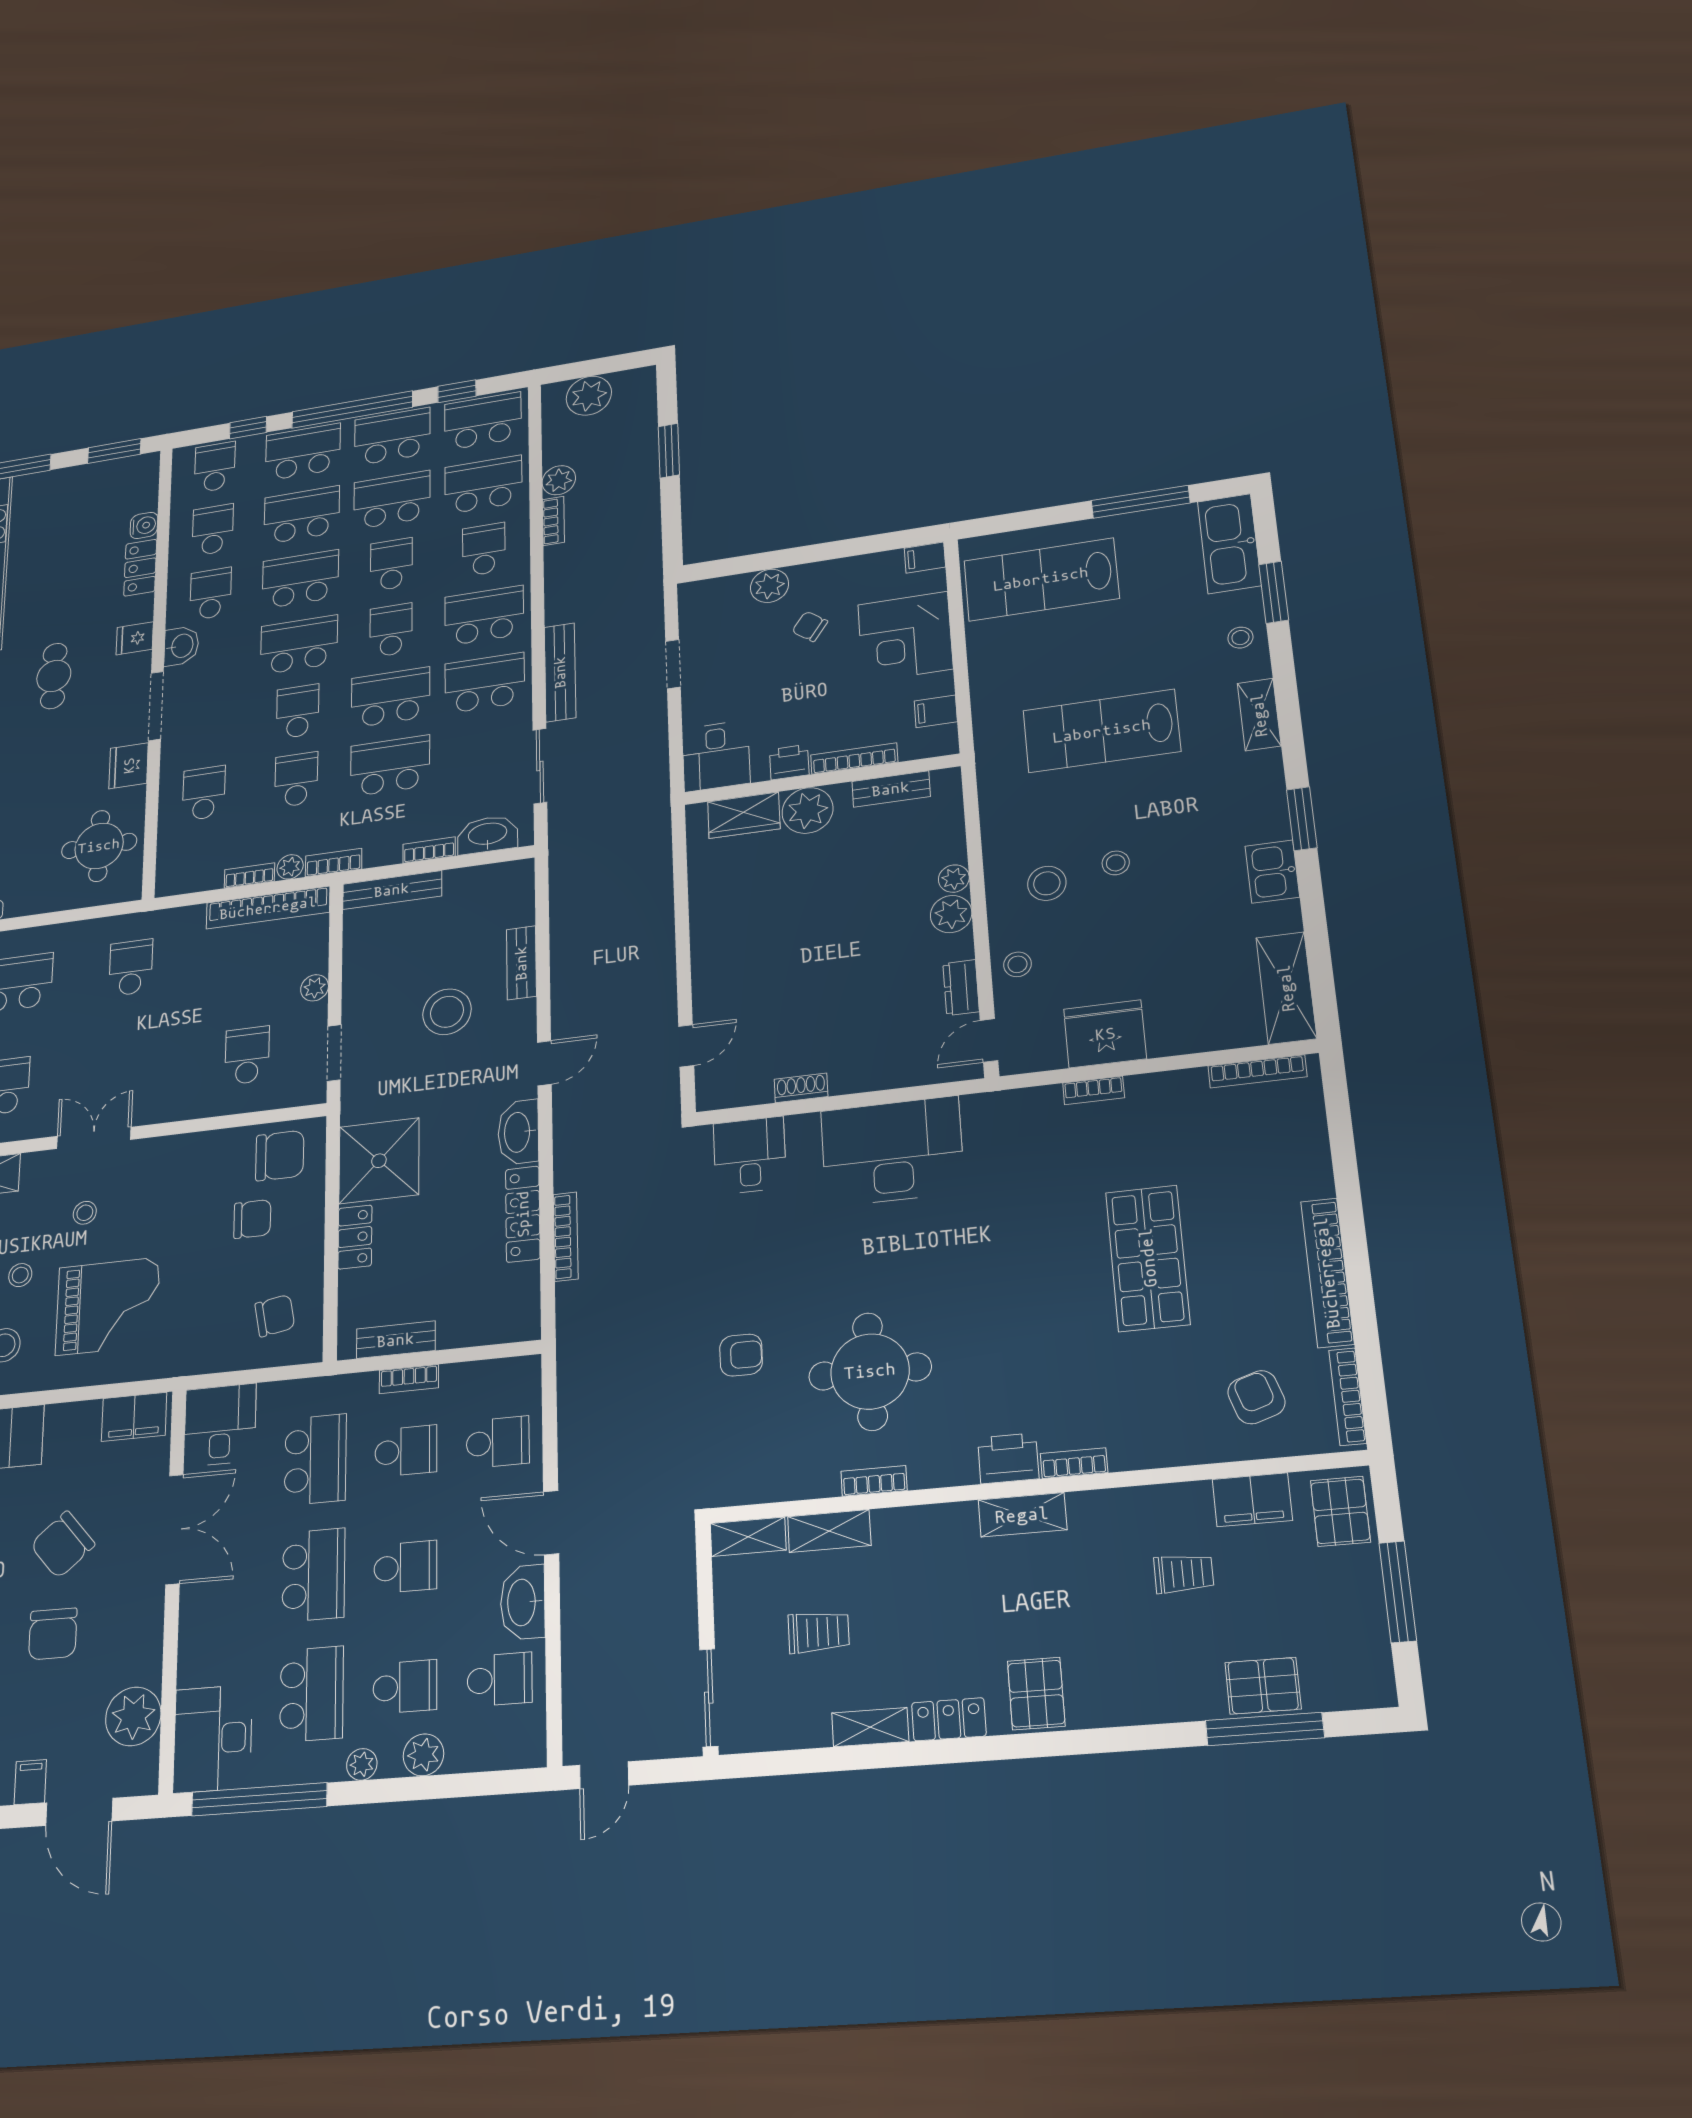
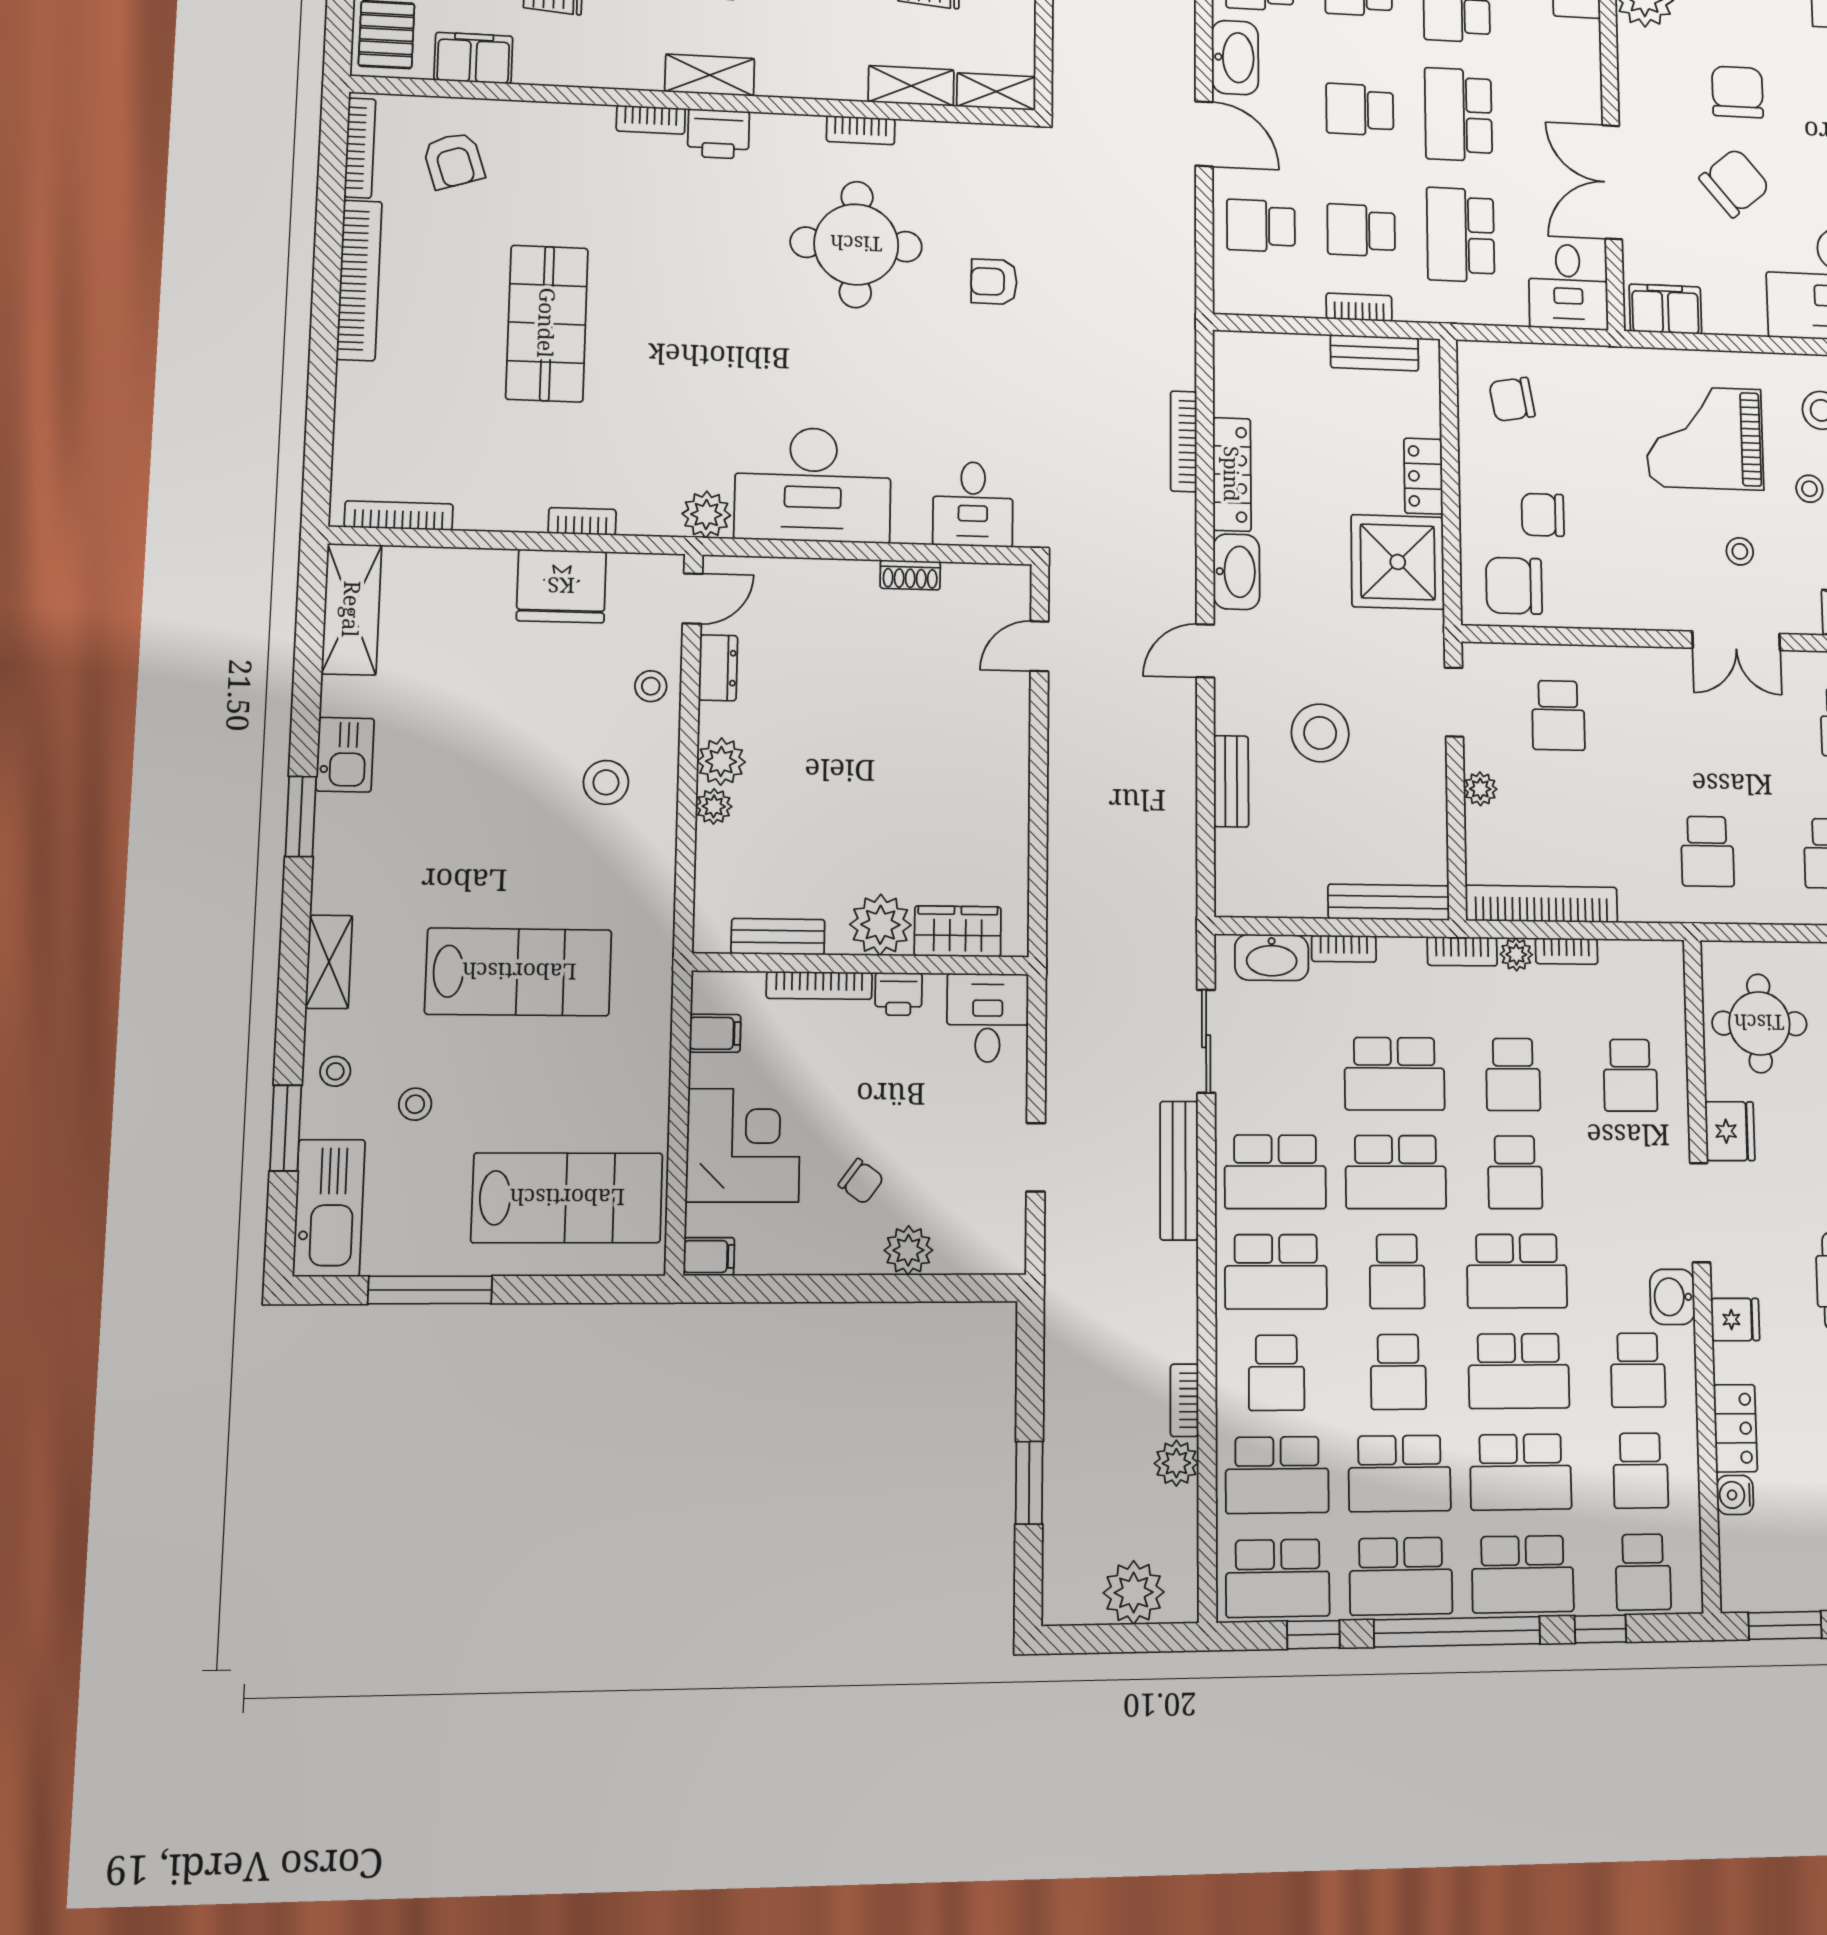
stool: (1116, 863) -> (415, 1104), moved
plant: (984, 1112) -> (706, 515), added

